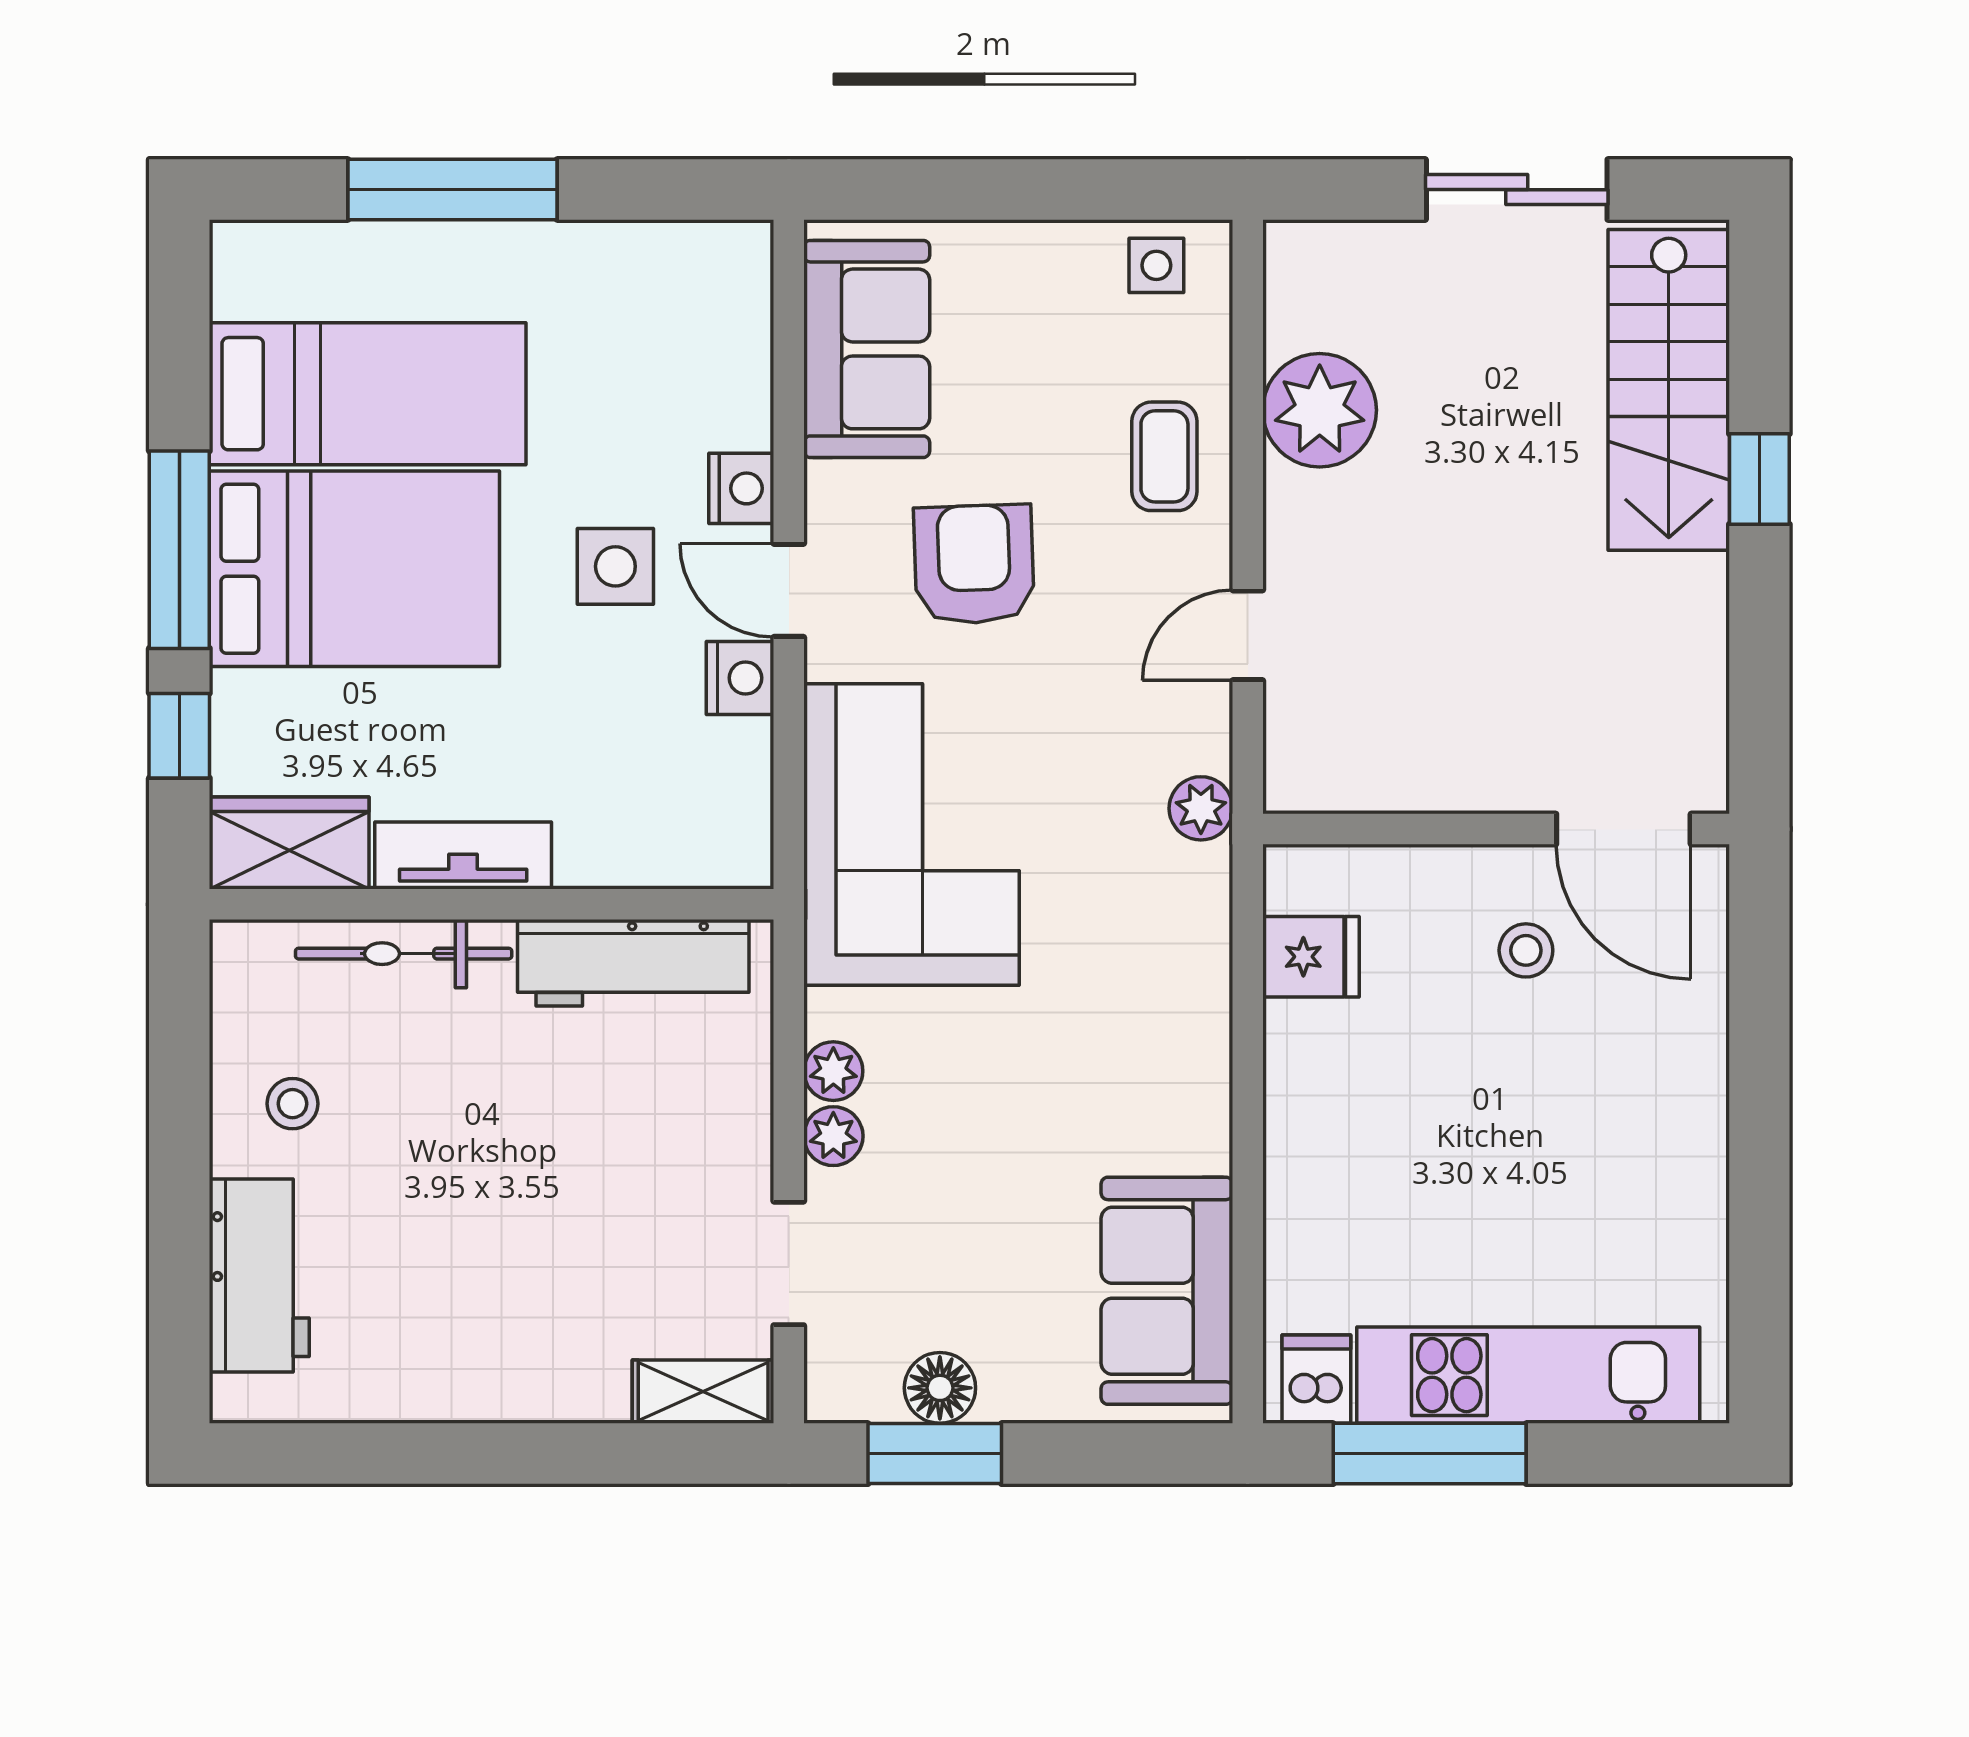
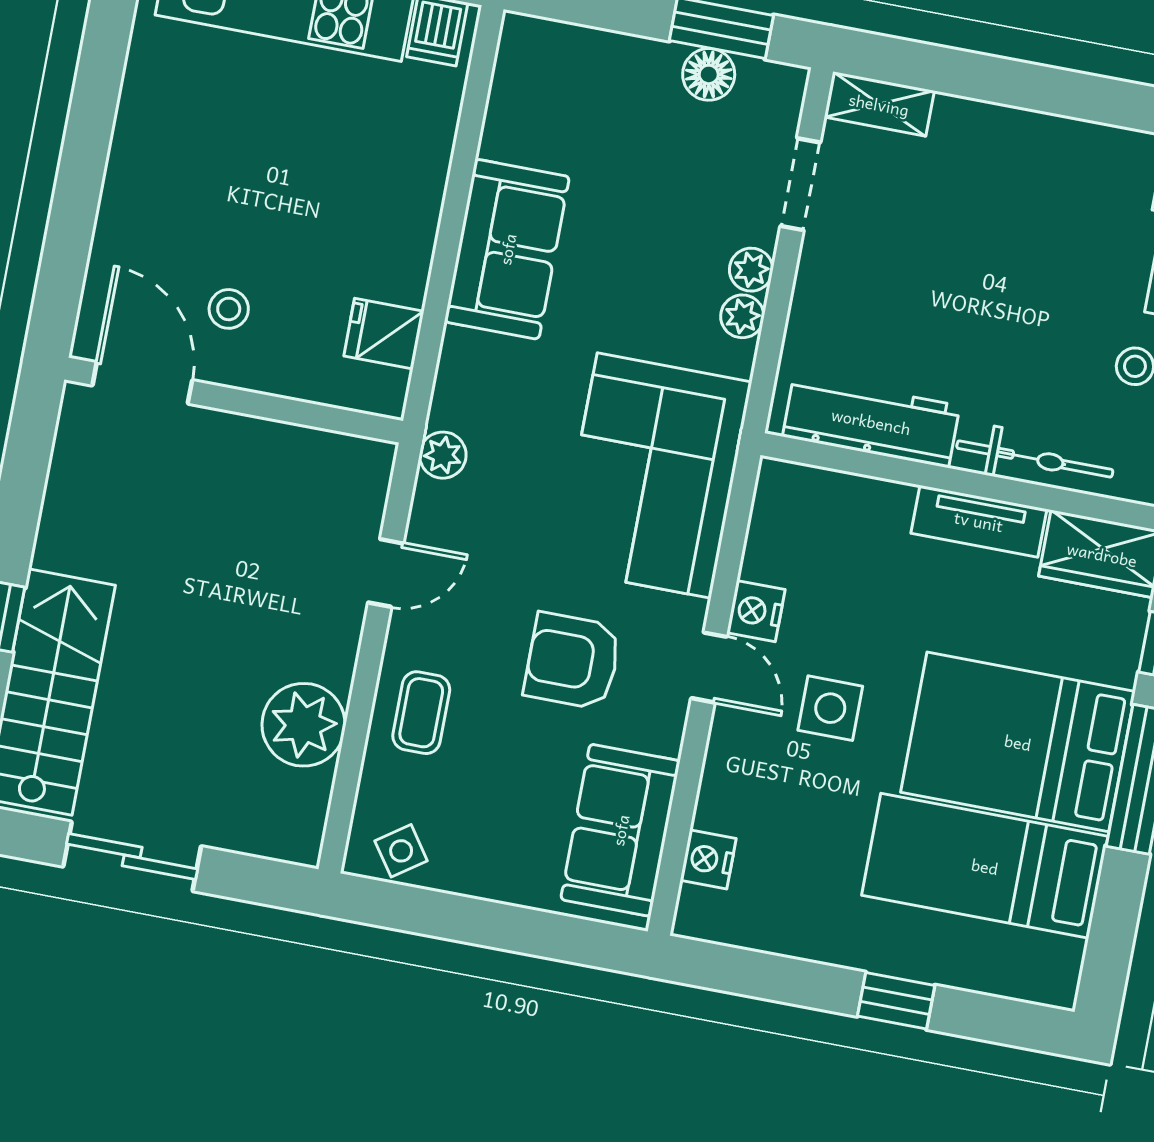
window: (452, 190) -> (896, 1001), width x0.46
side table: (1156, 265) -> (401, 851), turned -35
nightstand: (741, 488) -> (708, 859), moved
armchair: (974, 564) -> (573, 661), turned 92
sofa: (1167, 1291) -> (507, 249), moved

